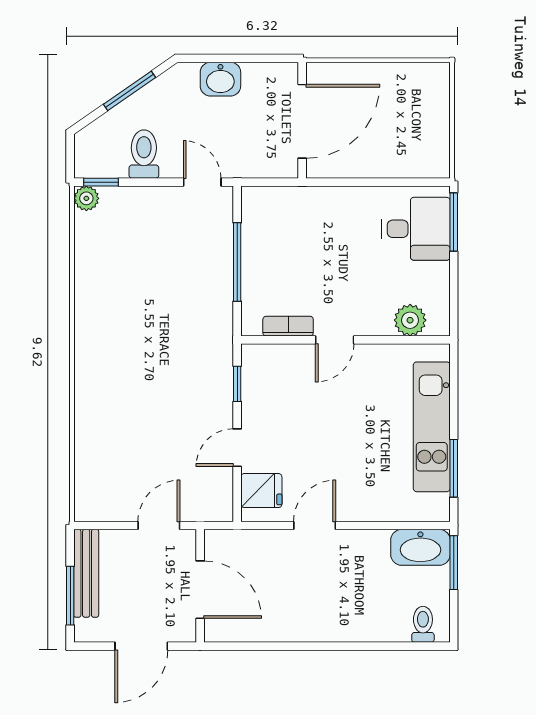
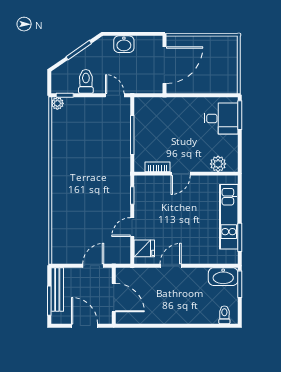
door: (141, 646) -> (85, 326), swing flipped

